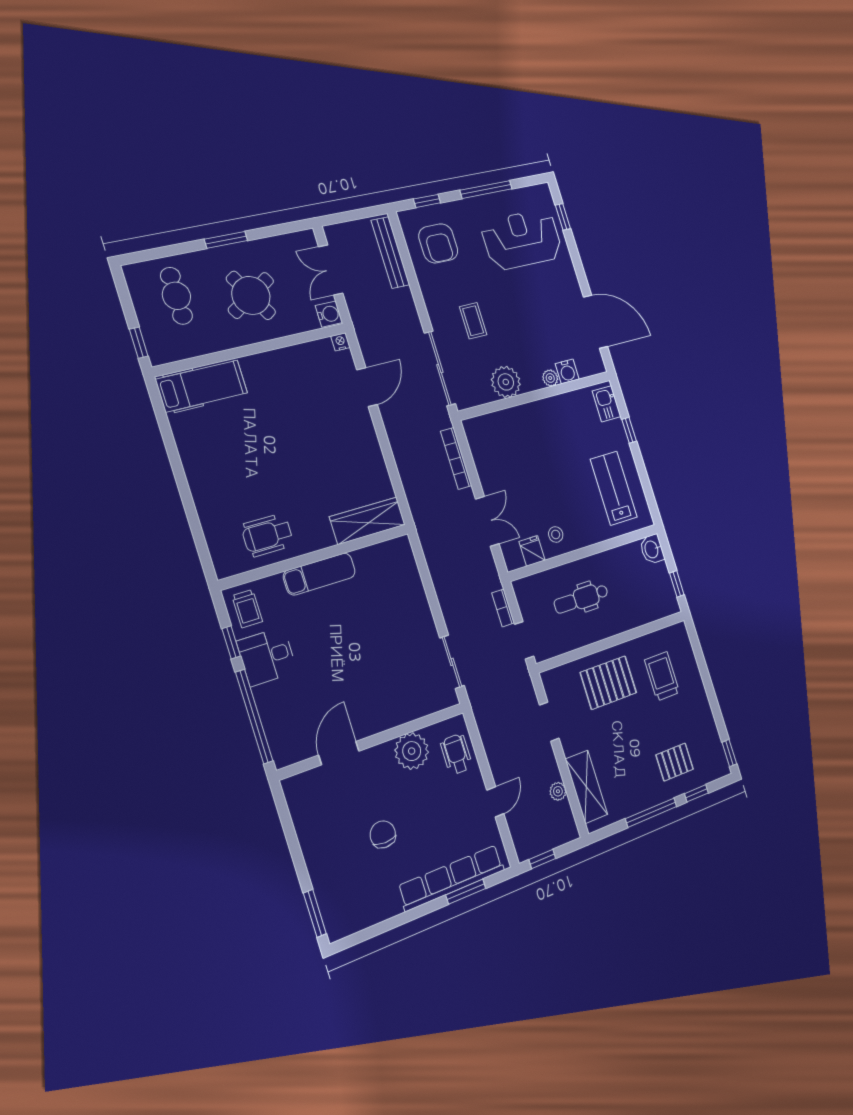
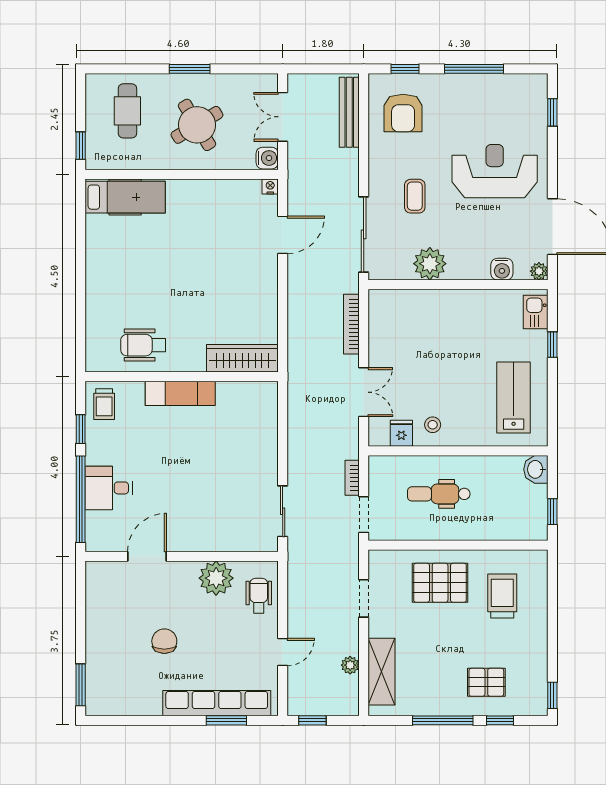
reception desk: (522, 240) -> (495, 171), moved
plant: (550, 378) -> (539, 271), moved
desk: (267, 656) -> (109, 488), moved

